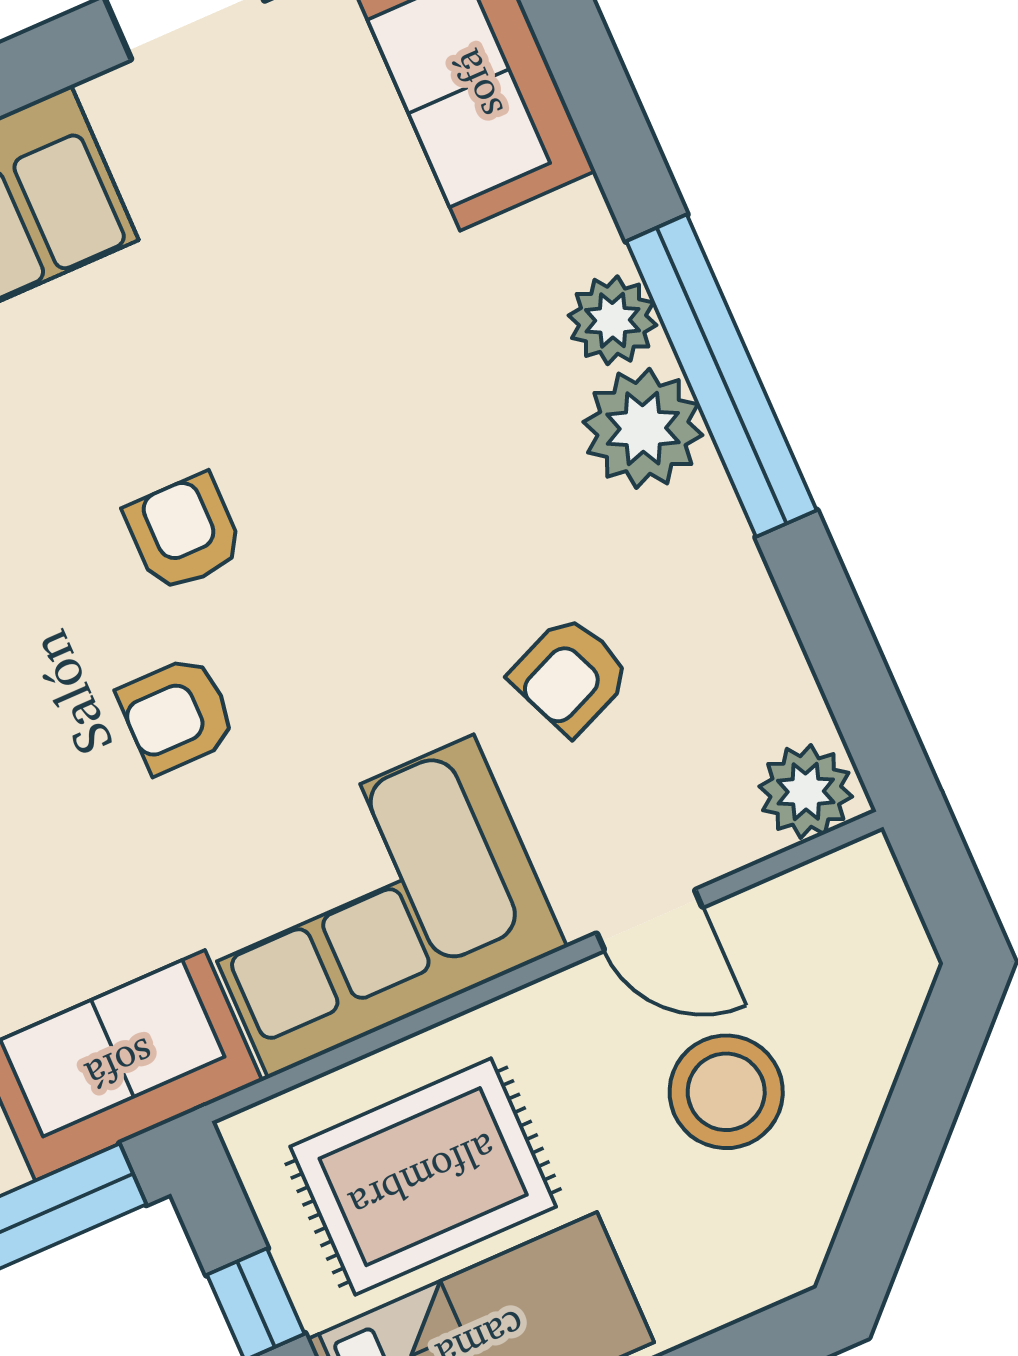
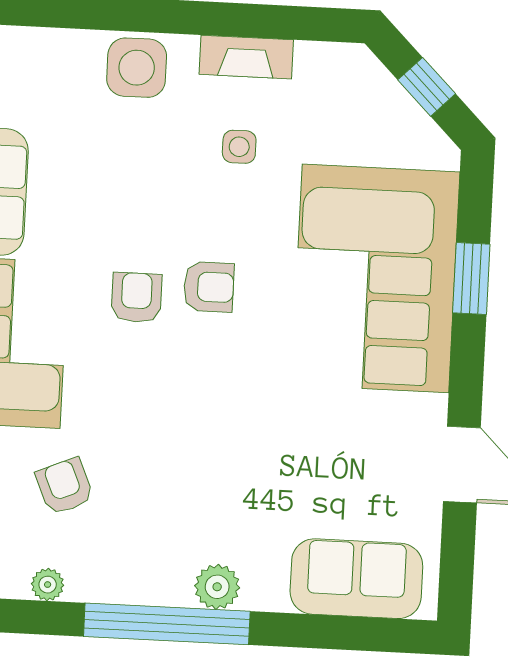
plant: (643, 428) -> (48, 585), moved, width x0.53, depth x0.53
armchair: (184, 533) -> (209, 287), moved

